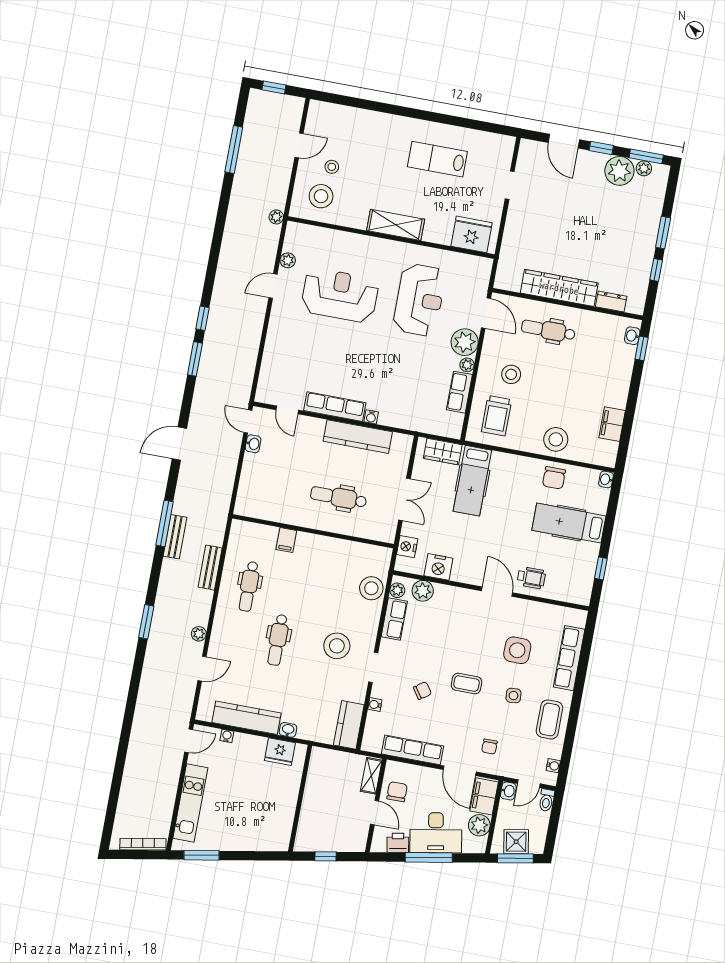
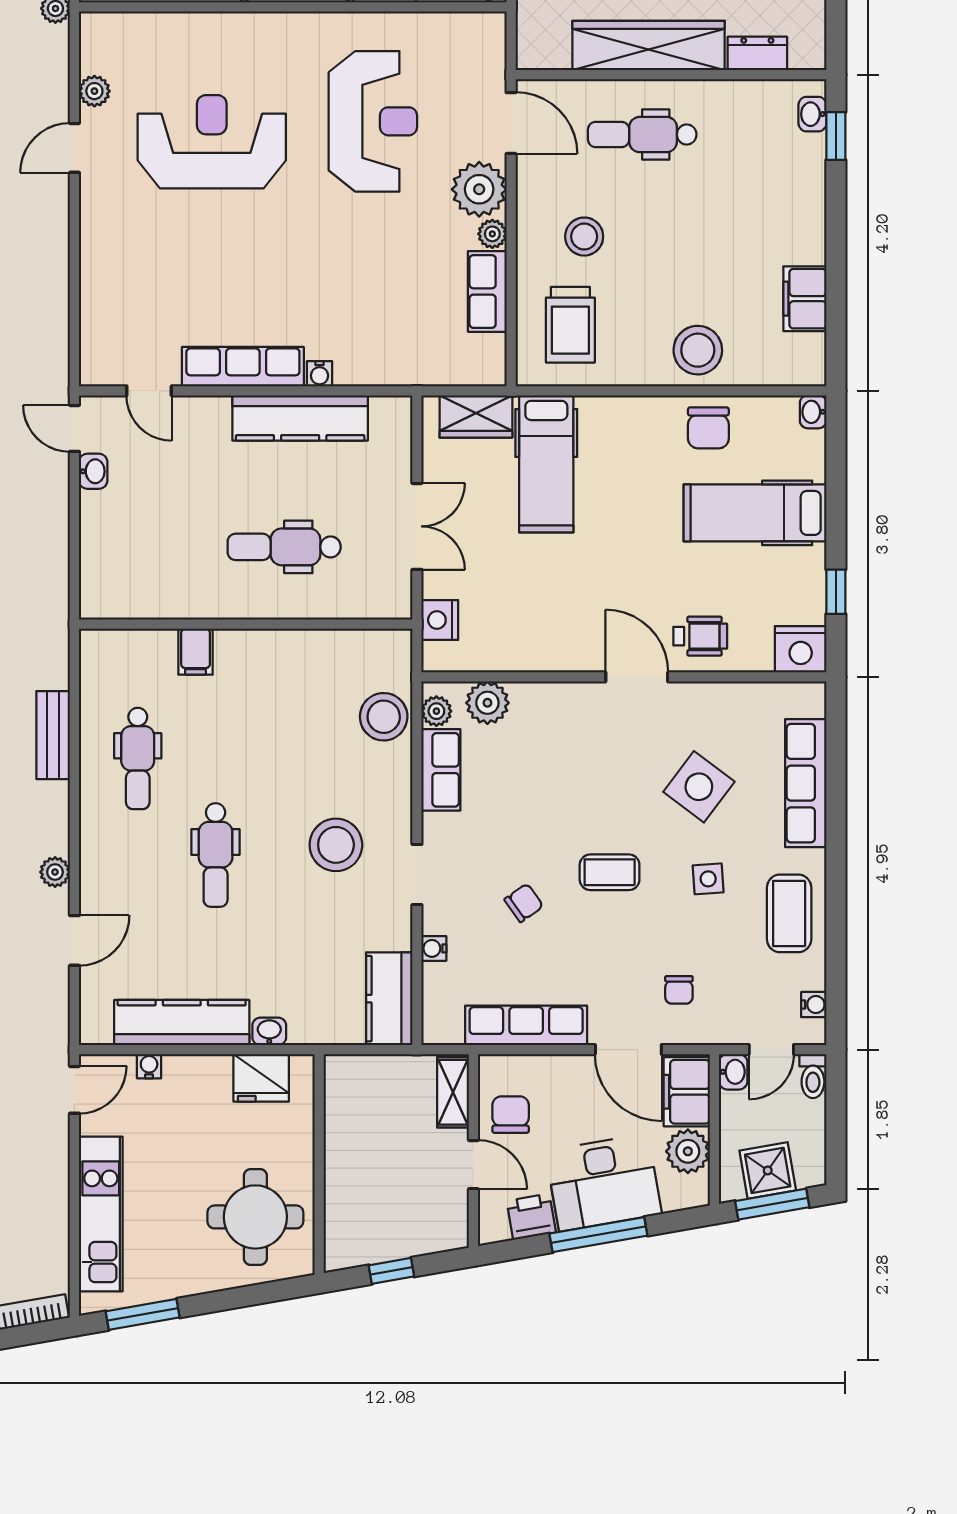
nightstand: (438, 567) -> (801, 649), moved
side table: (517, 650) -> (699, 787), turned 37
round table: (265, 818) -> (255, 1217), added

